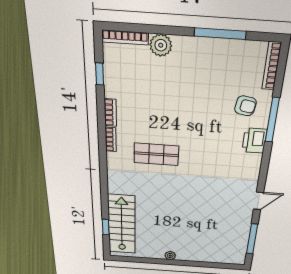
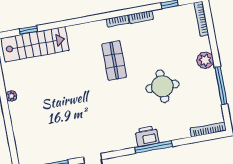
plant: (161, 45) -> (205, 60), moved
armchair: (245, 106) -> (174, 120), removed
round table: (200, 109) -> (162, 86), added
window: (272, 120) -> (153, 147), moved

